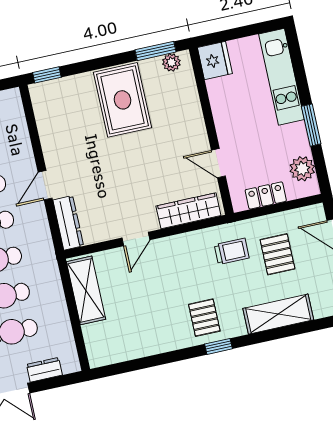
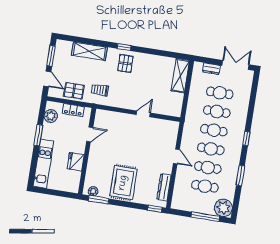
fridge: (215, 61) -> (76, 162), moved
door: (218, 163) -> (90, 134), hinge flipped
door: (45, 185) -> (176, 156), hinge flipped
wardrobe: (188, 211) -> (113, 117), removed
dresser: (68, 223) -> (164, 187), moved
pallet: (277, 254) -> (74, 91), moved, turned 90
shelving: (86, 290) -> (180, 76), moved

